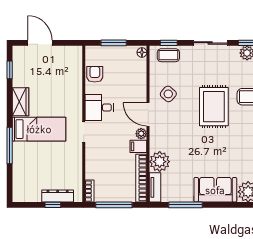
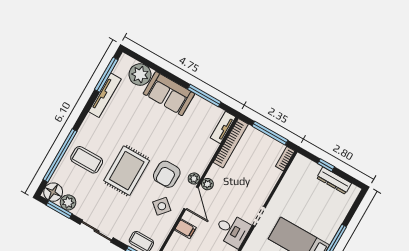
armchair: (179, 123) -> (167, 174), added
filing cabinet: (138, 146) -> (185, 229), moved
plant: (160, 162) -> (194, 179), moved, width x0.53, depth x0.53
dresser: (58, 196) -> (334, 181), moved

